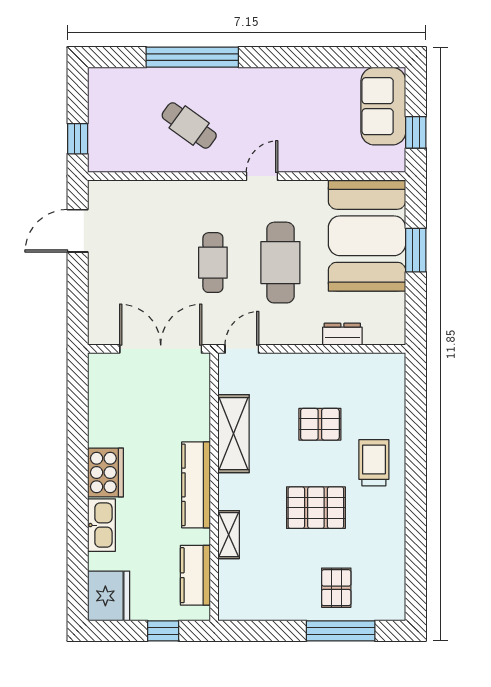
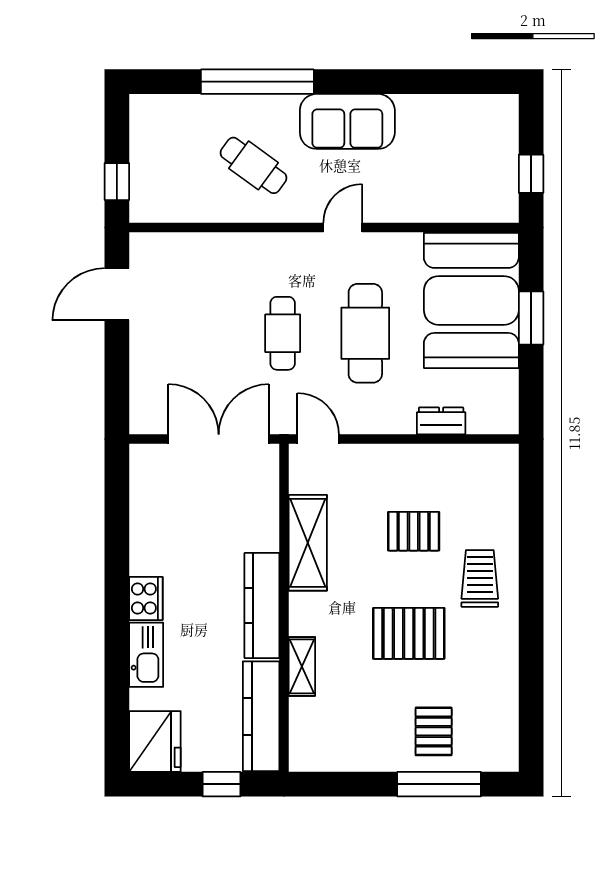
sofa: (383, 106) -> (347, 121), moved, turned -90
door: (242, 349) -> (318, 439), hinge flipped
cooker: (106, 473) -> (146, 598), width x0.73, depth x0.76
kitchen counter: (195, 575) -> (261, 716), width x1.50

